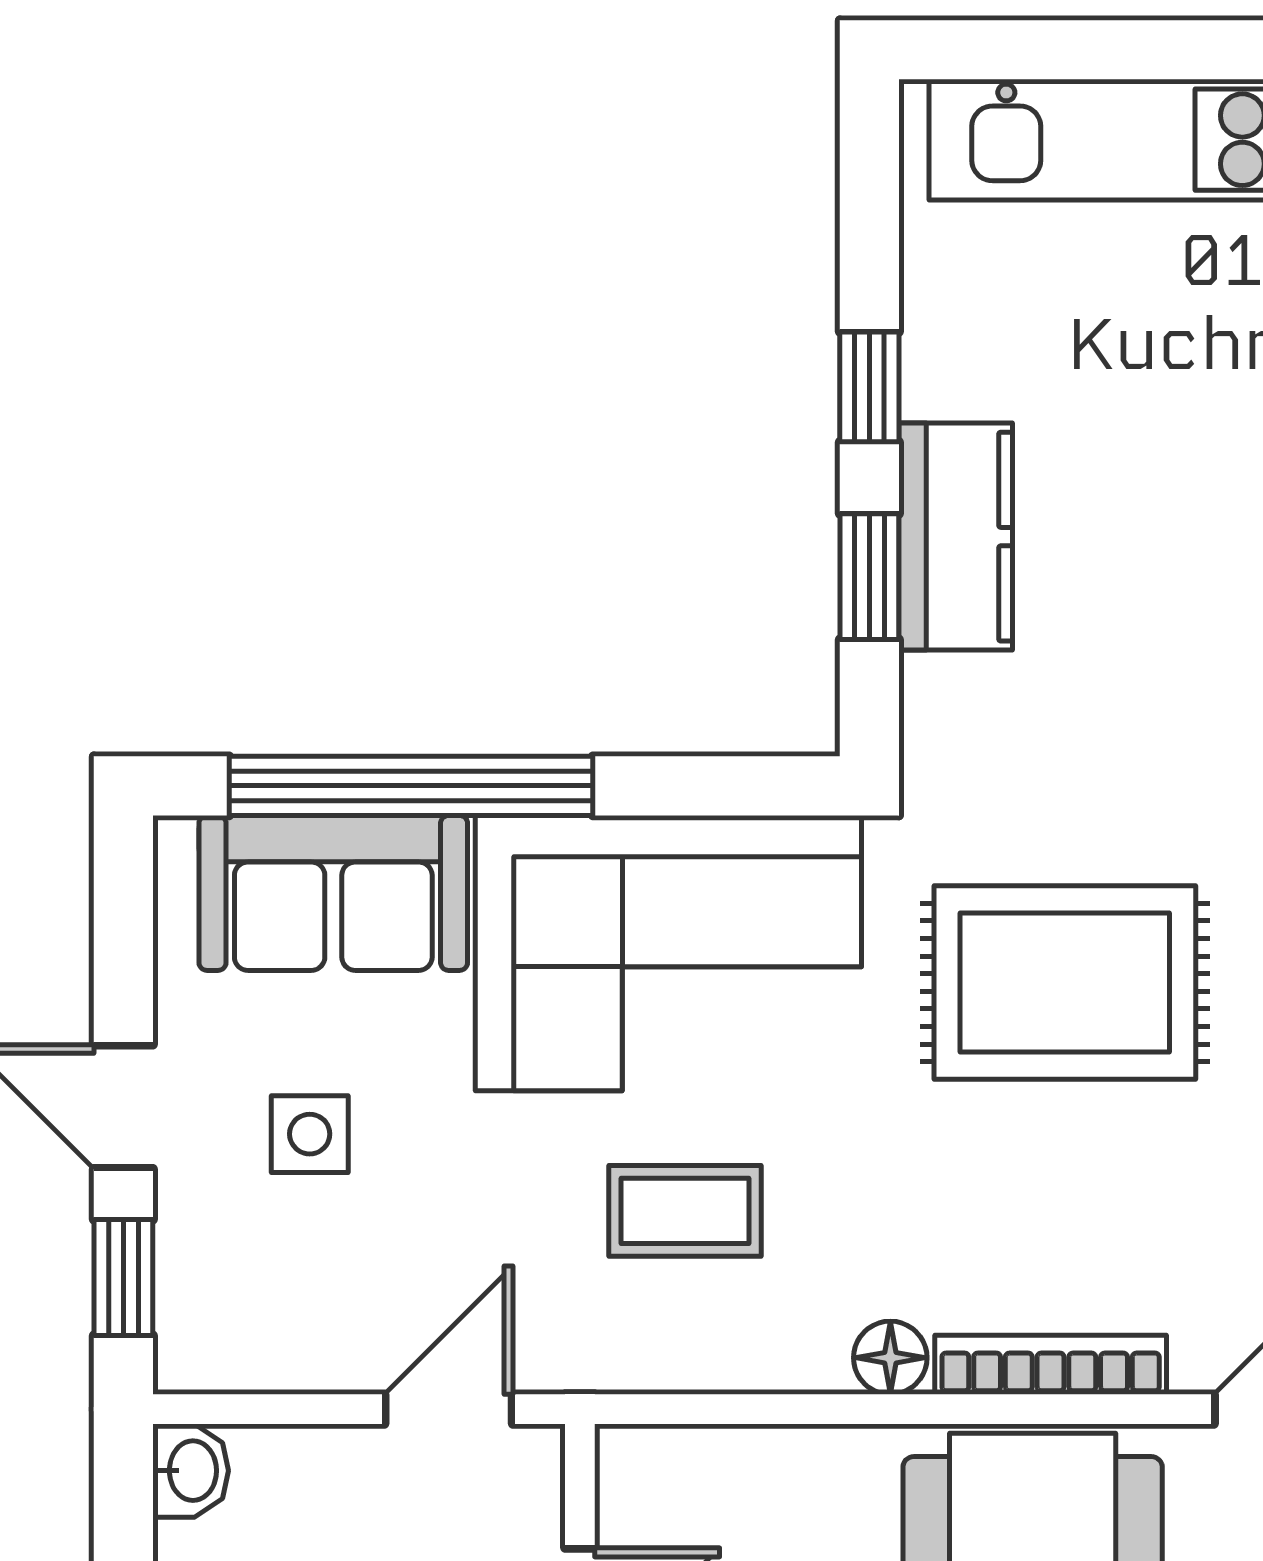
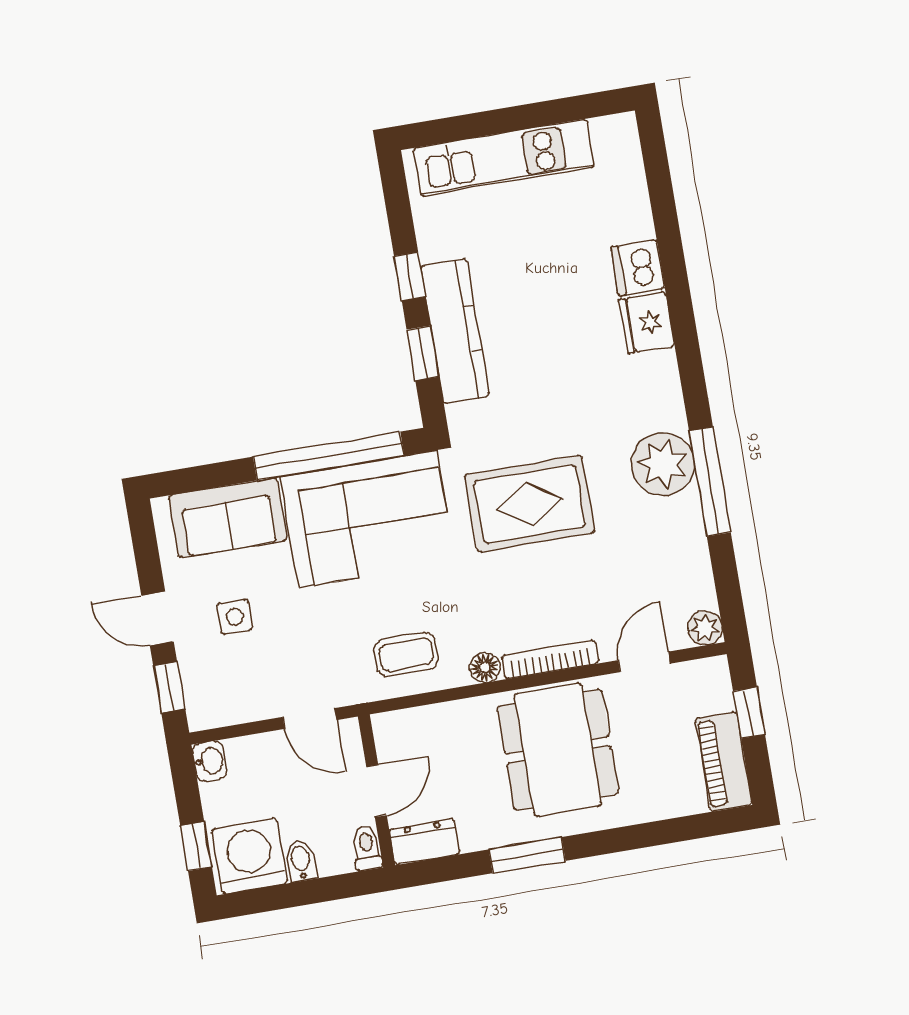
kitchen counter: (956, 537) -> (455, 331), width x1.50
window: (411, 786) -> (329, 456), moved
coffee table: (685, 1211) -> (406, 654), moved
door: (449, 1409) -> (310, 718), swing flipped

